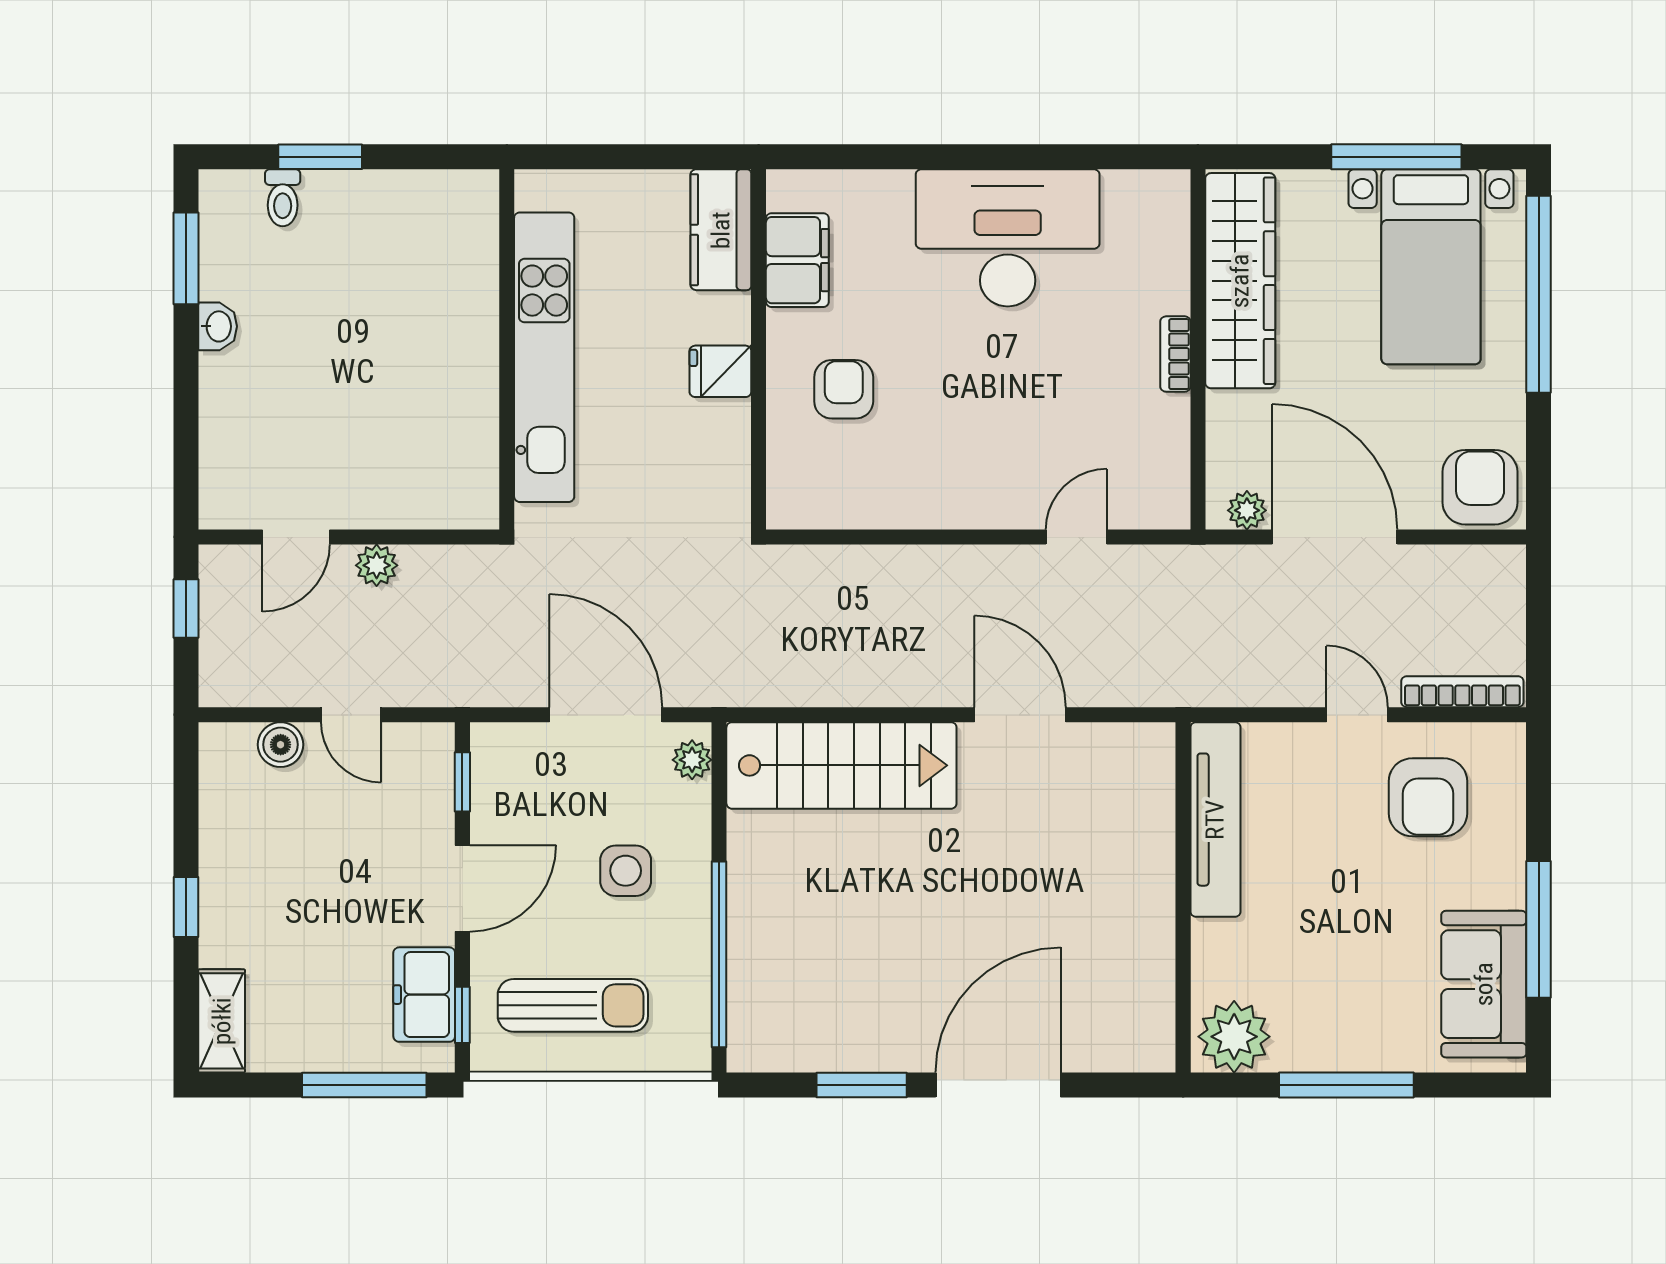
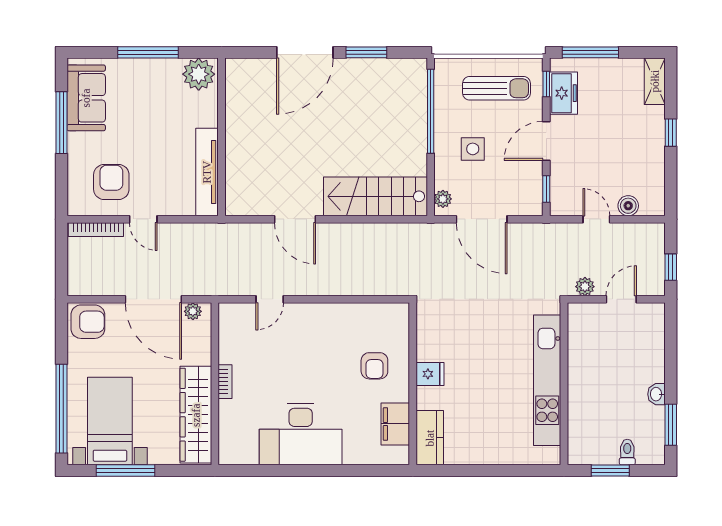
wall: (507, 349) -> (564, 384), moved
kitchen unit: (544, 357) -> (547, 380), moved
armchair: (1480, 487) -> (88, 322), turned -90
sun lounger: (573, 1005) -> (497, 88), turned 180

